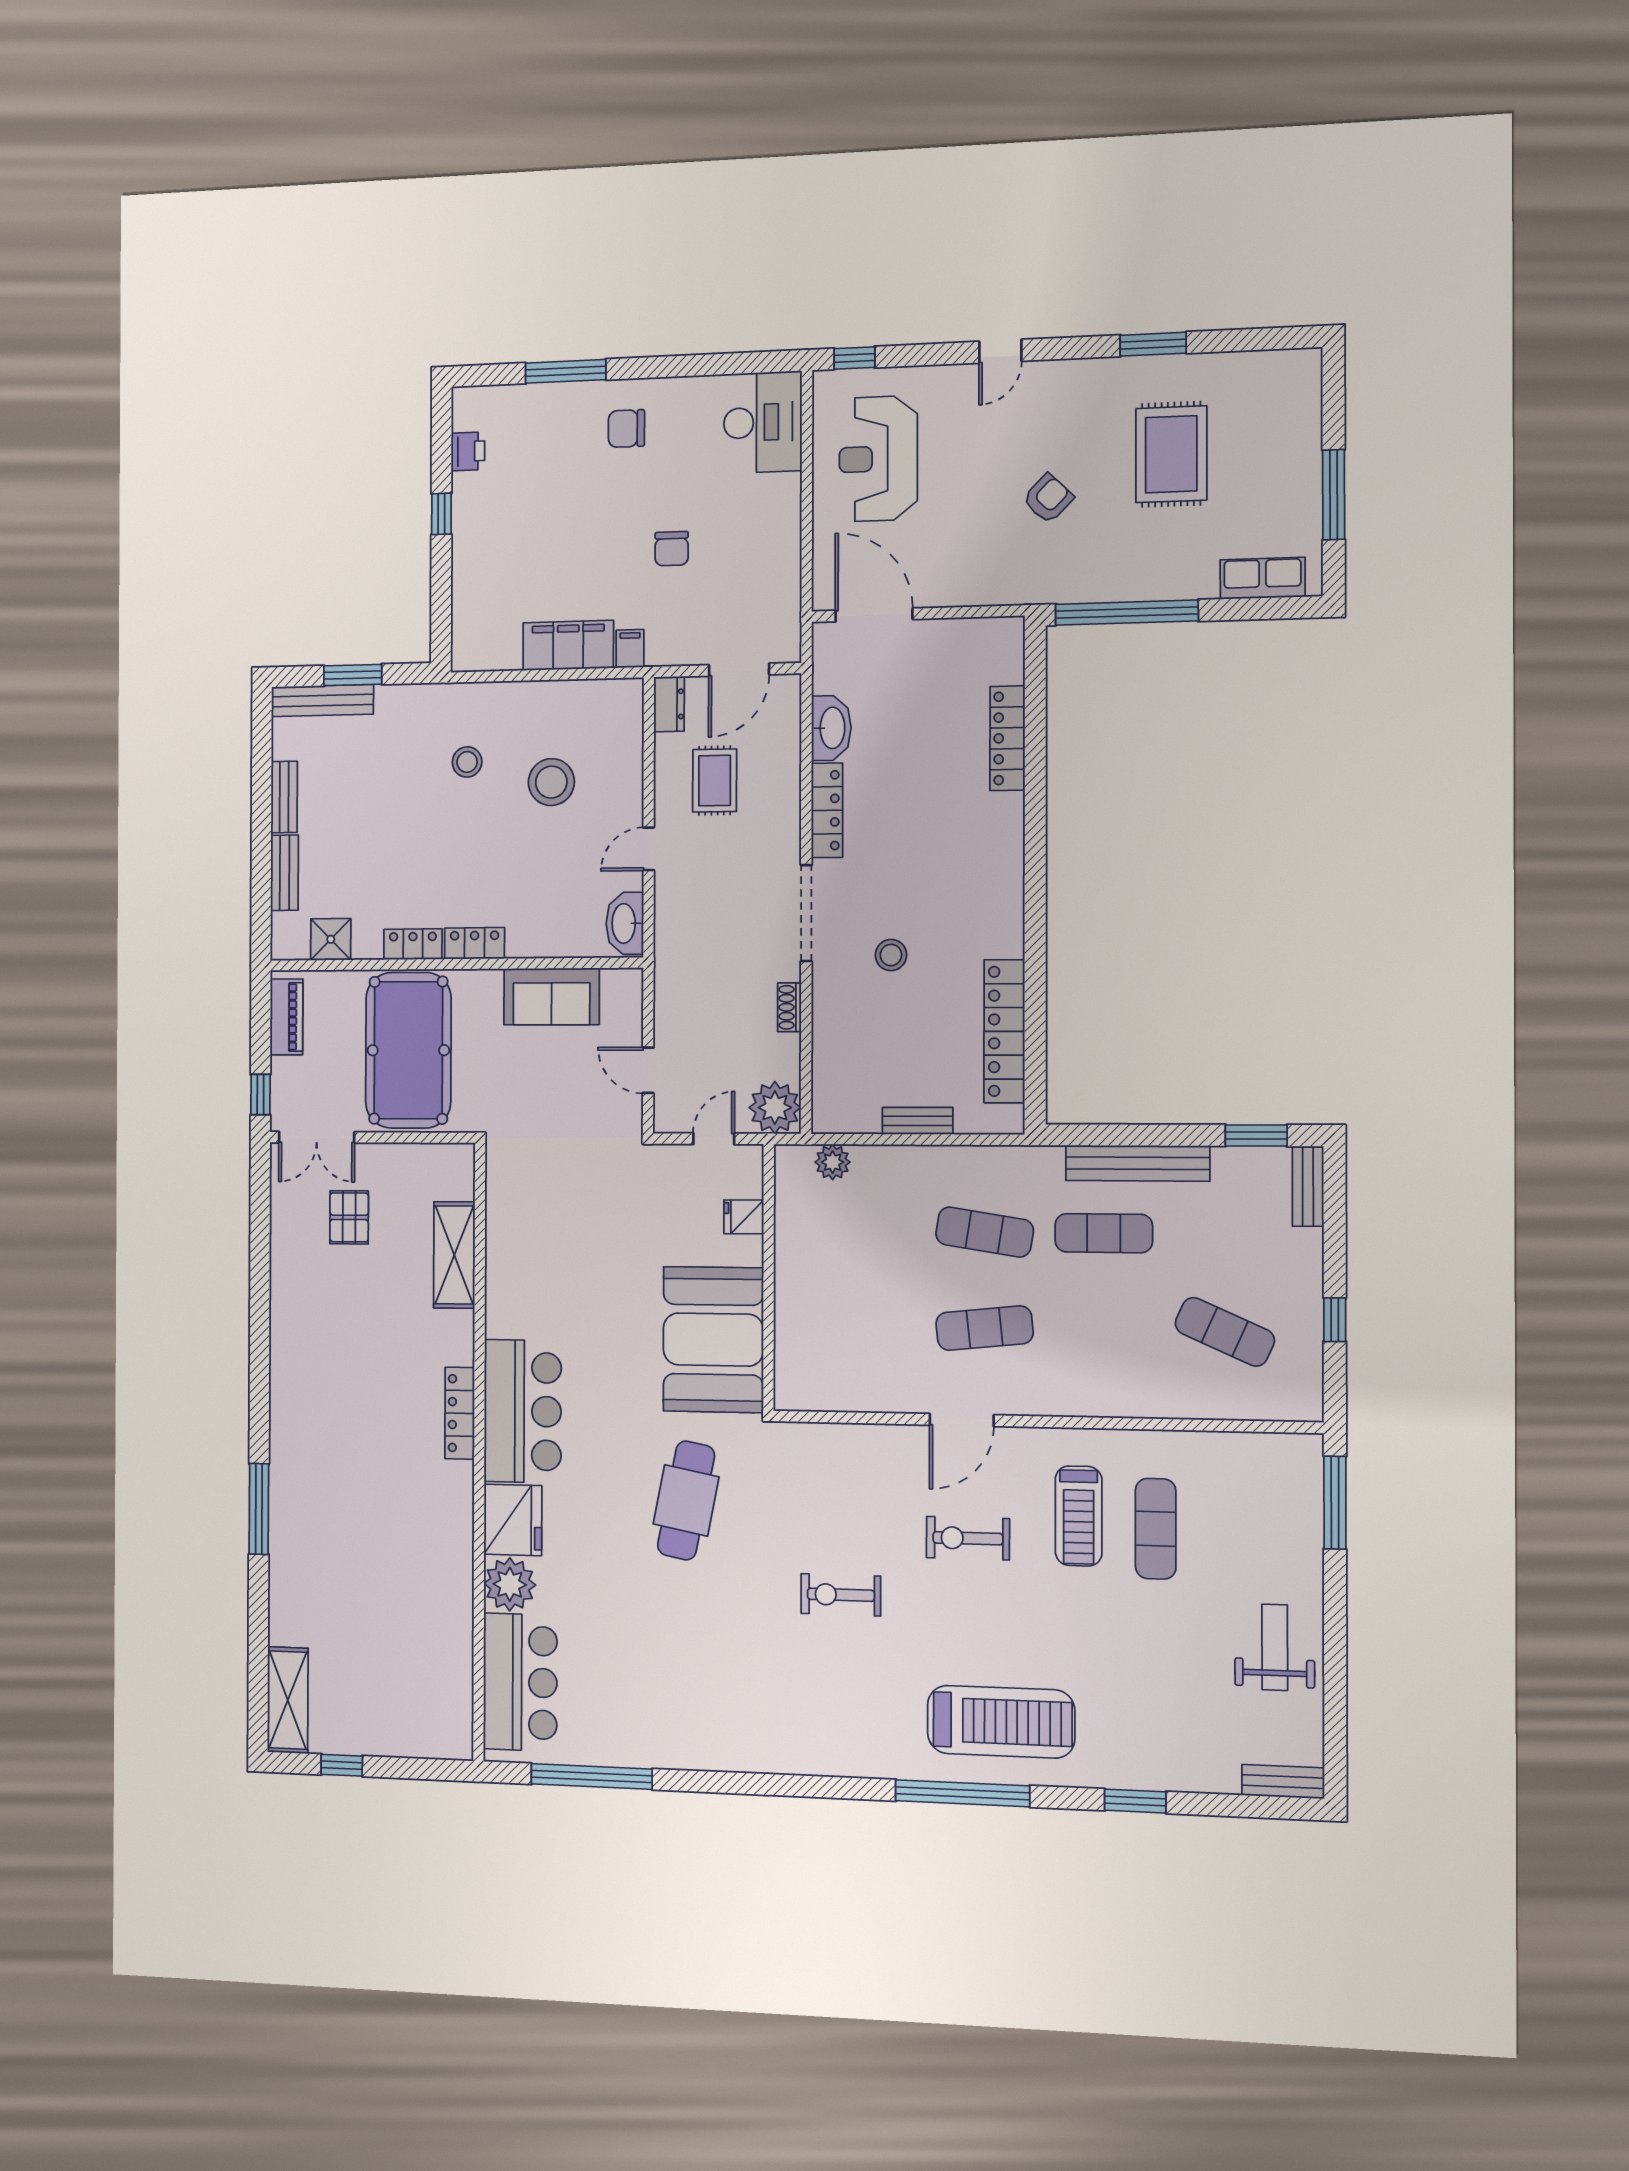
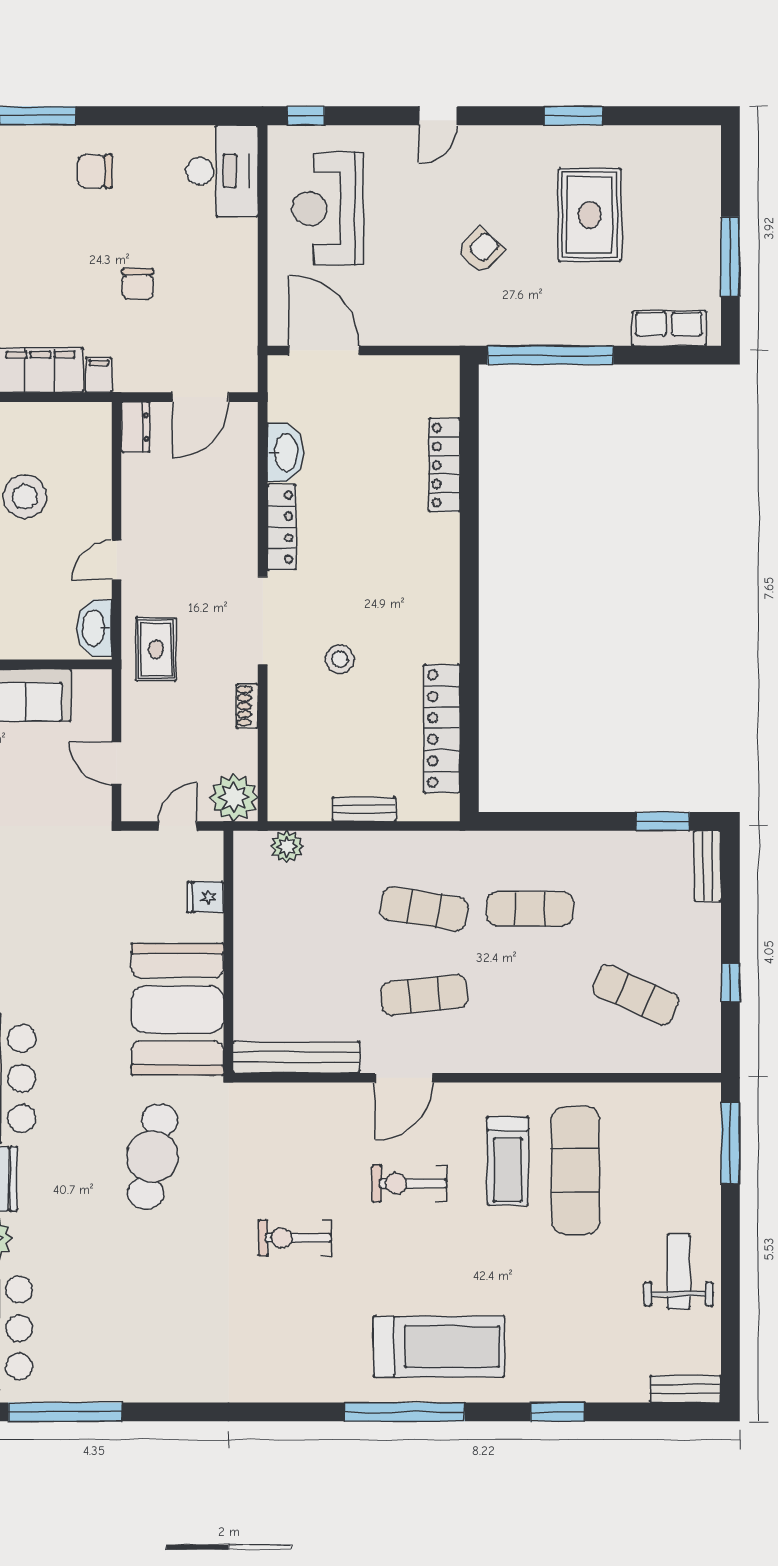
rug: (715, 781) -> (156, 649), moved
bench: (1138, 1163) -> (296, 1057), moved
exercise mat: (1156, 1529) -> (575, 1170), width x1.36, depth x1.45

